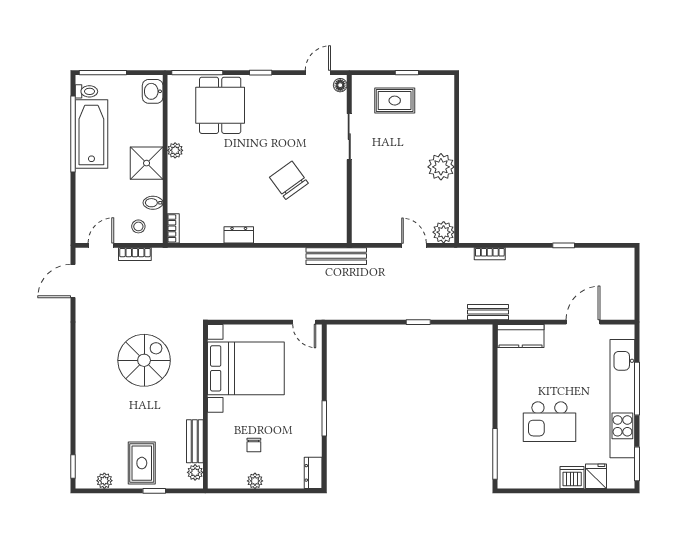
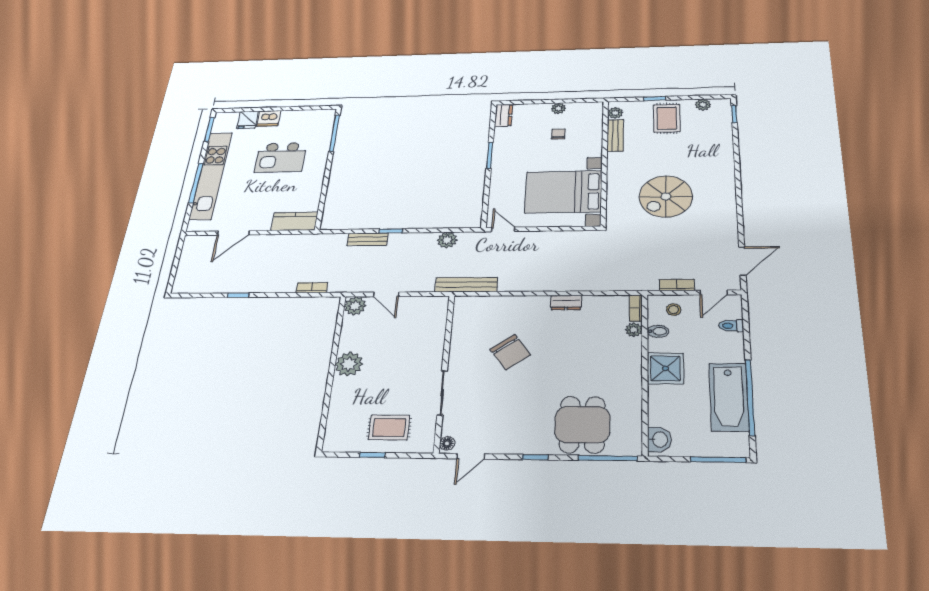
toilet: (86, 91) -> (731, 326), moved
plant: (175, 150) -> (634, 330), moved
plant: (360, 310) -> (447, 240), added
bench: (488, 312) -> (368, 239), moved
kitchen island: (549, 422) -> (281, 157), turned 180

